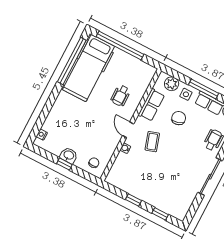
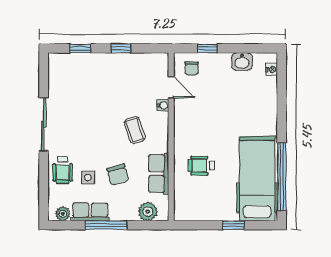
window: (120, 46) -> (233, 225), width x0.32
side table: (186, 94) -> (88, 178), moved
wheelchair: (121, 96) -> (201, 166), turned -90
door: (128, 130) -> (171, 87), moved
washbasin: (69, 155) -> (242, 61), moved
window: (64, 164) -> (208, 48), moved

